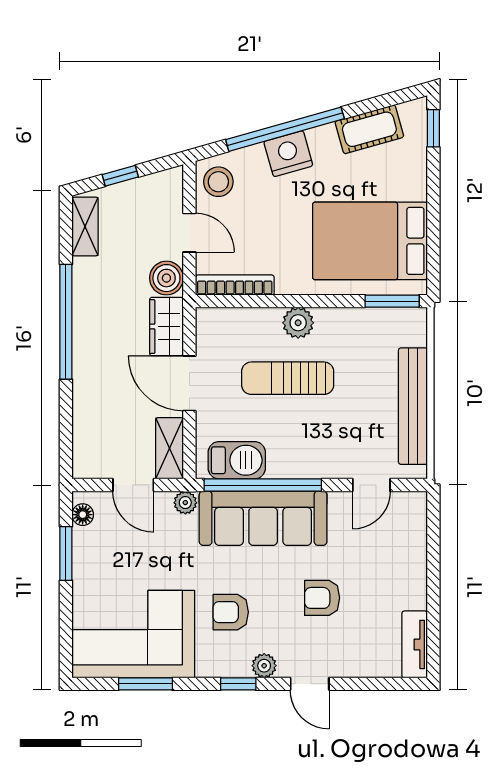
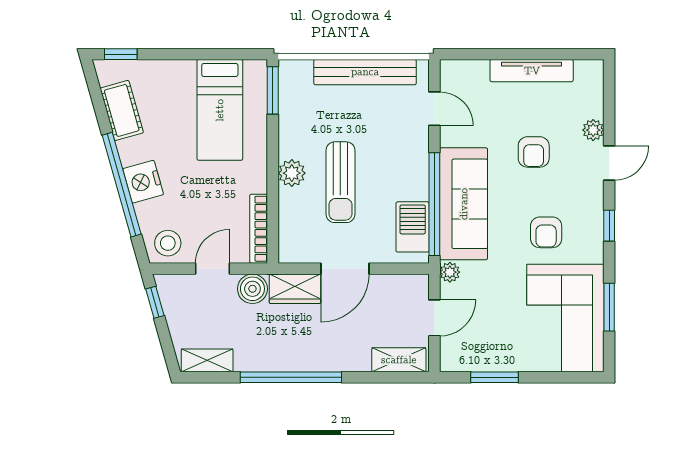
window: (120, 176) -> (155, 302), moved
bed: (370, 241) -> (220, 110), width x0.67
shelving: (170, 448) -> (399, 360), moved
floor lamp: (83, 515) -> (460, 362), removed
tv unit: (415, 644) -> (532, 71), moved, width x1.41
plant: (264, 666) -> (593, 130), moved

